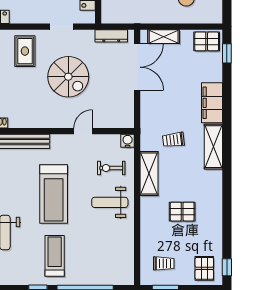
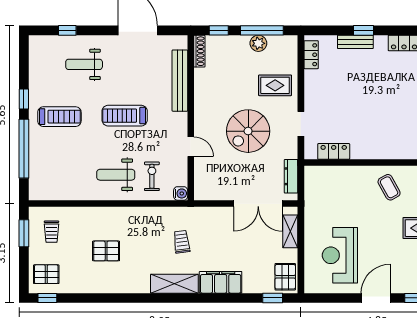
shelving: (149, 173) -> (146, 216), removed
treadmill: (54, 194) -> (125, 116), width x0.73, depth x0.73
weight bench: (110, 202) -> (116, 175), turned -90
pallet: (182, 212) -> (106, 251), turned 90

